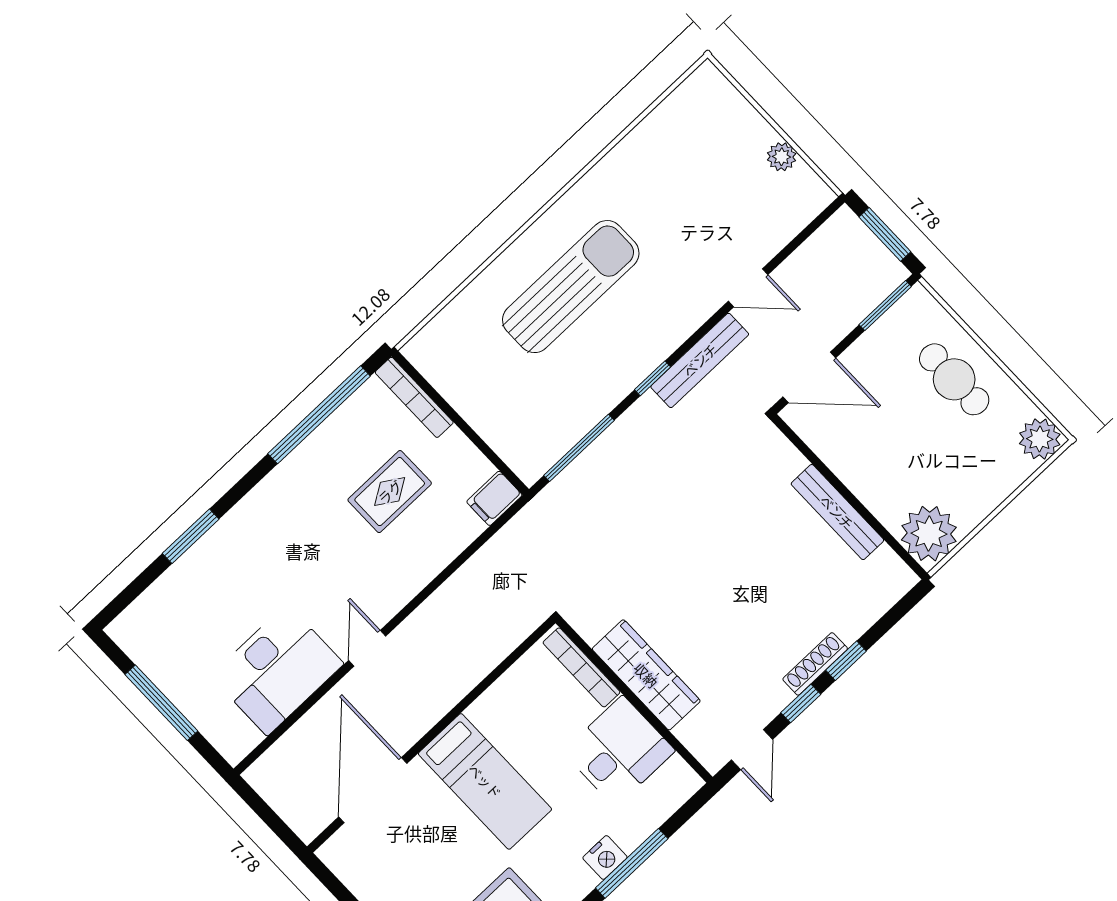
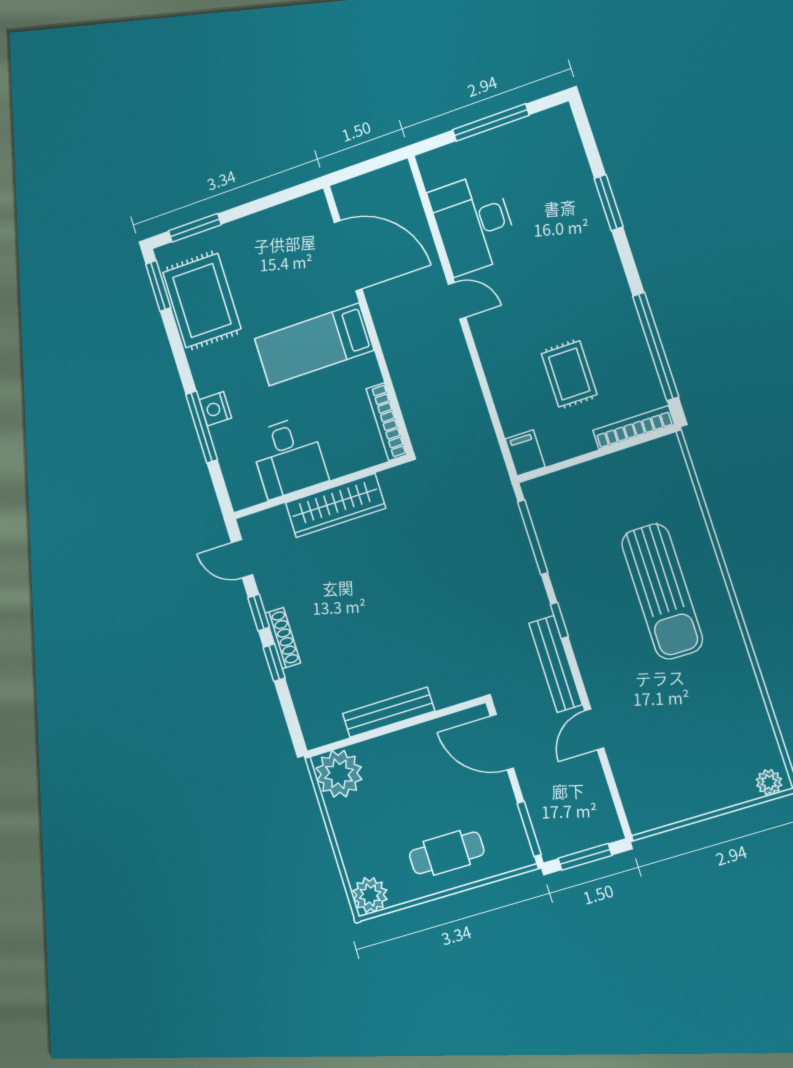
plant: (782, 157) -> (769, 782), moved
door: (809, 377) -> (502, 742), hinge flipped
bookcase: (581, 667) -> (387, 422), moved, turned -90

